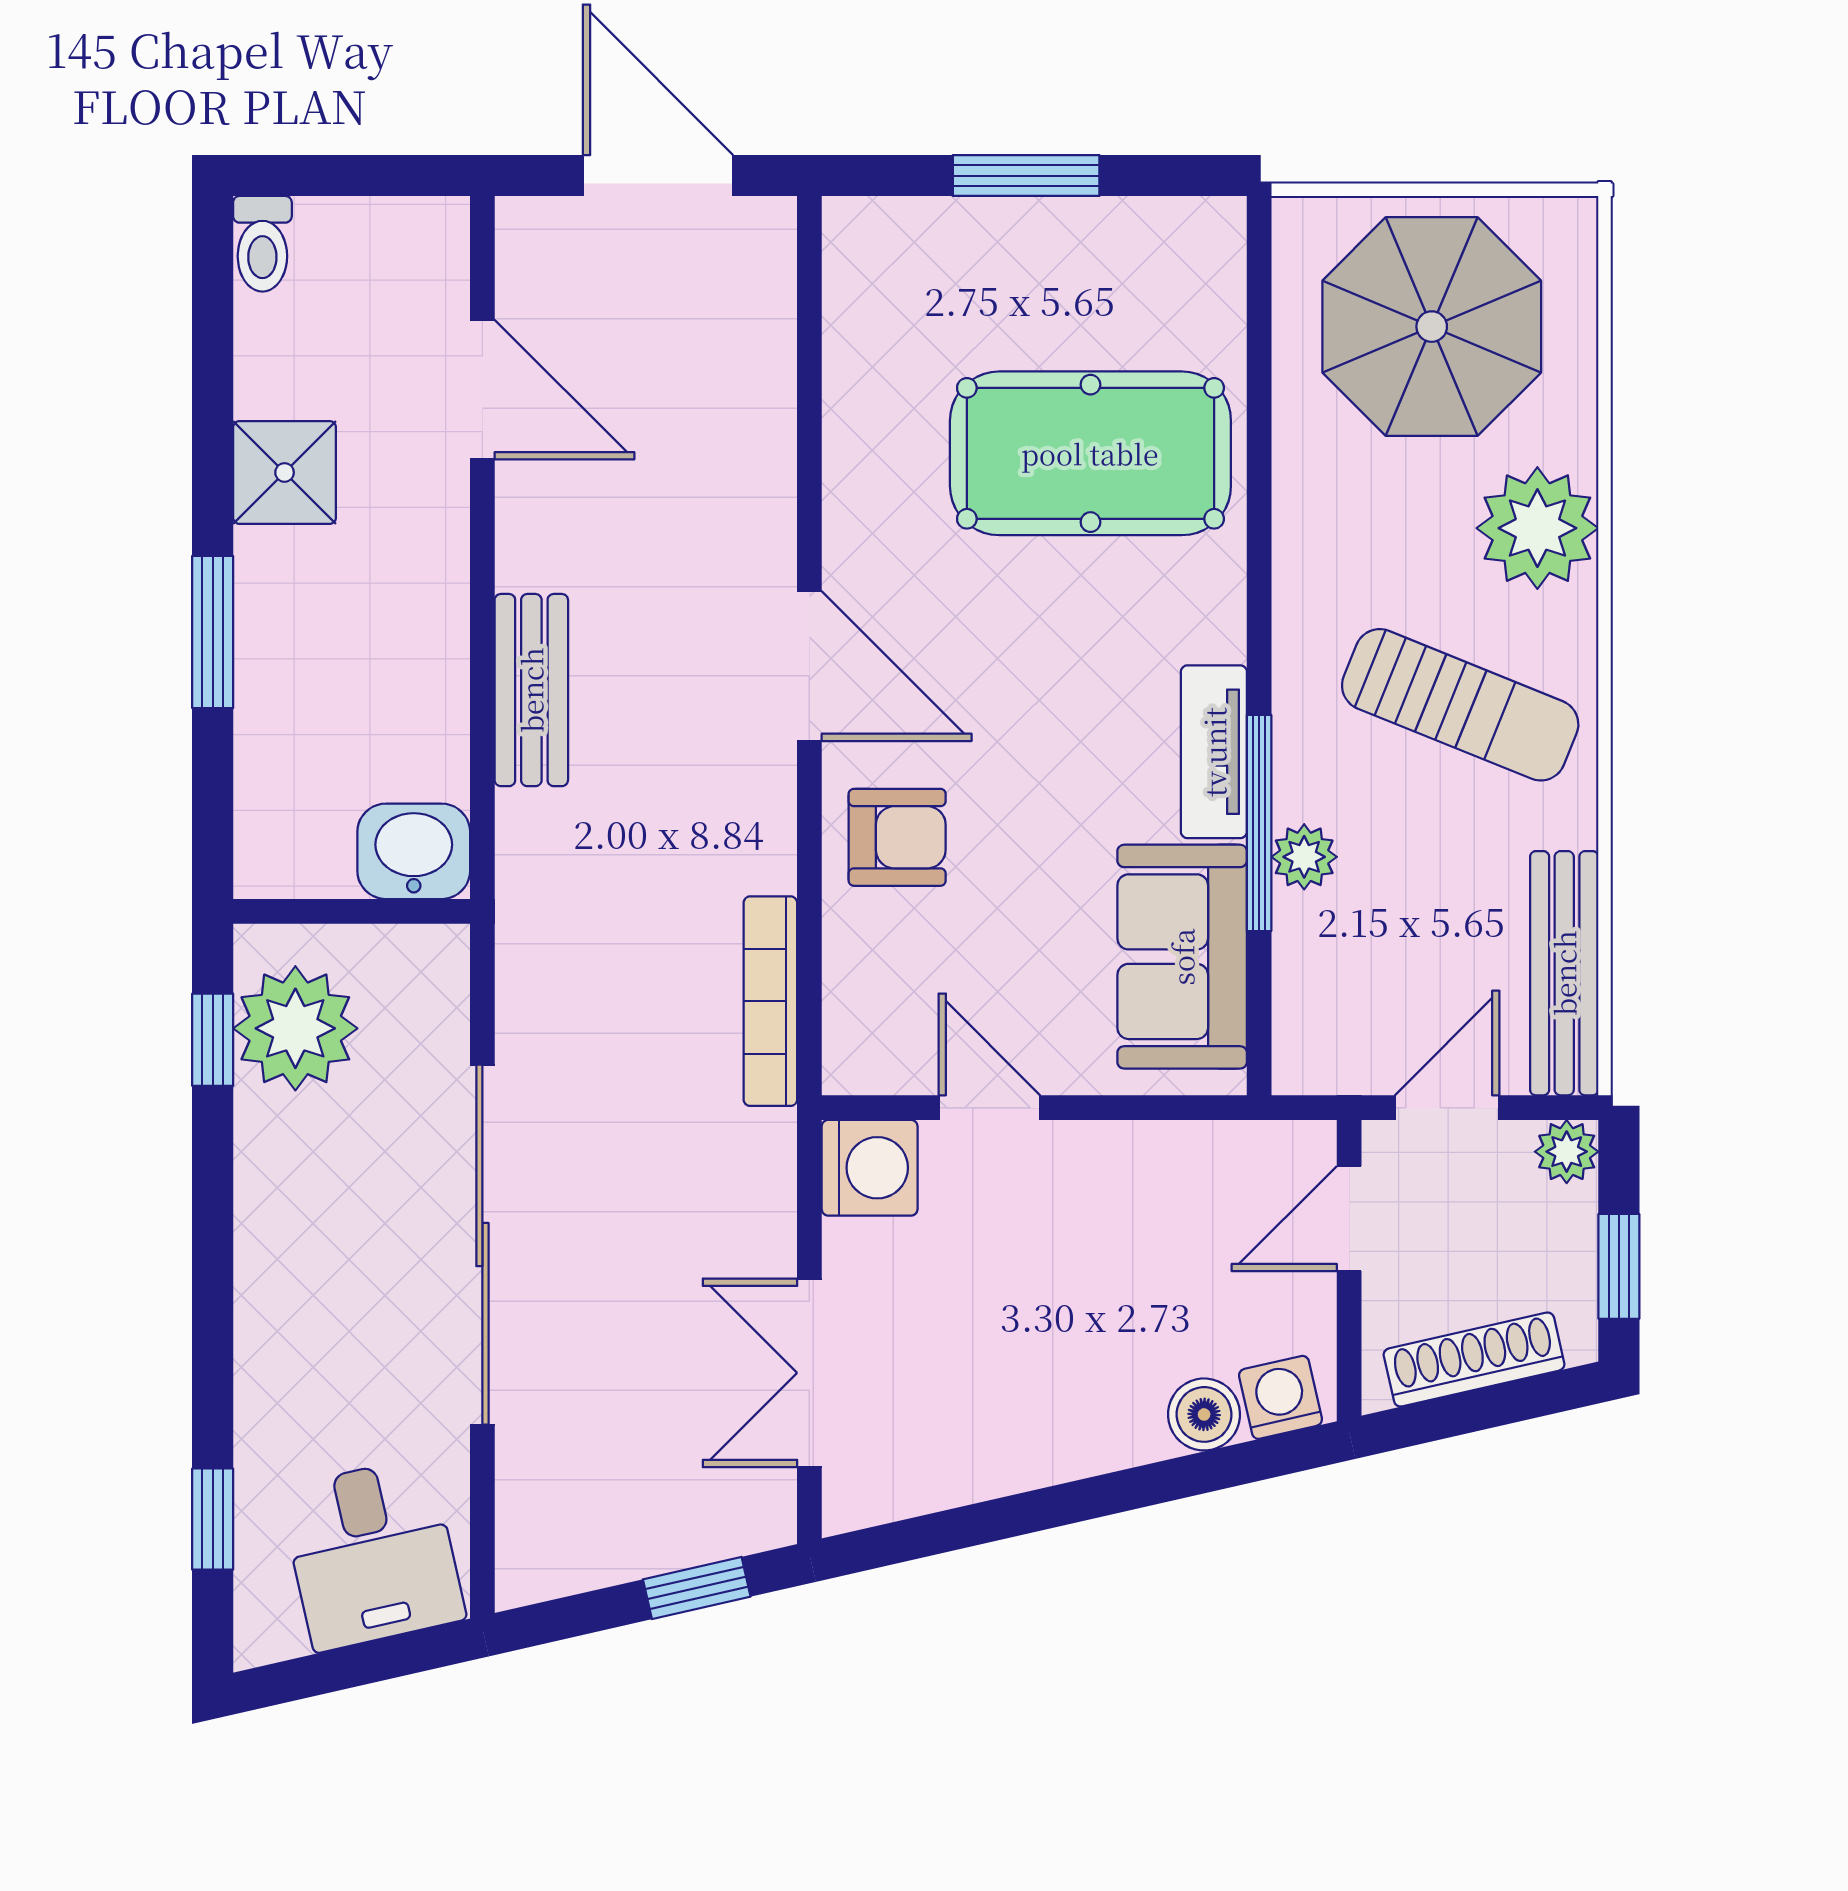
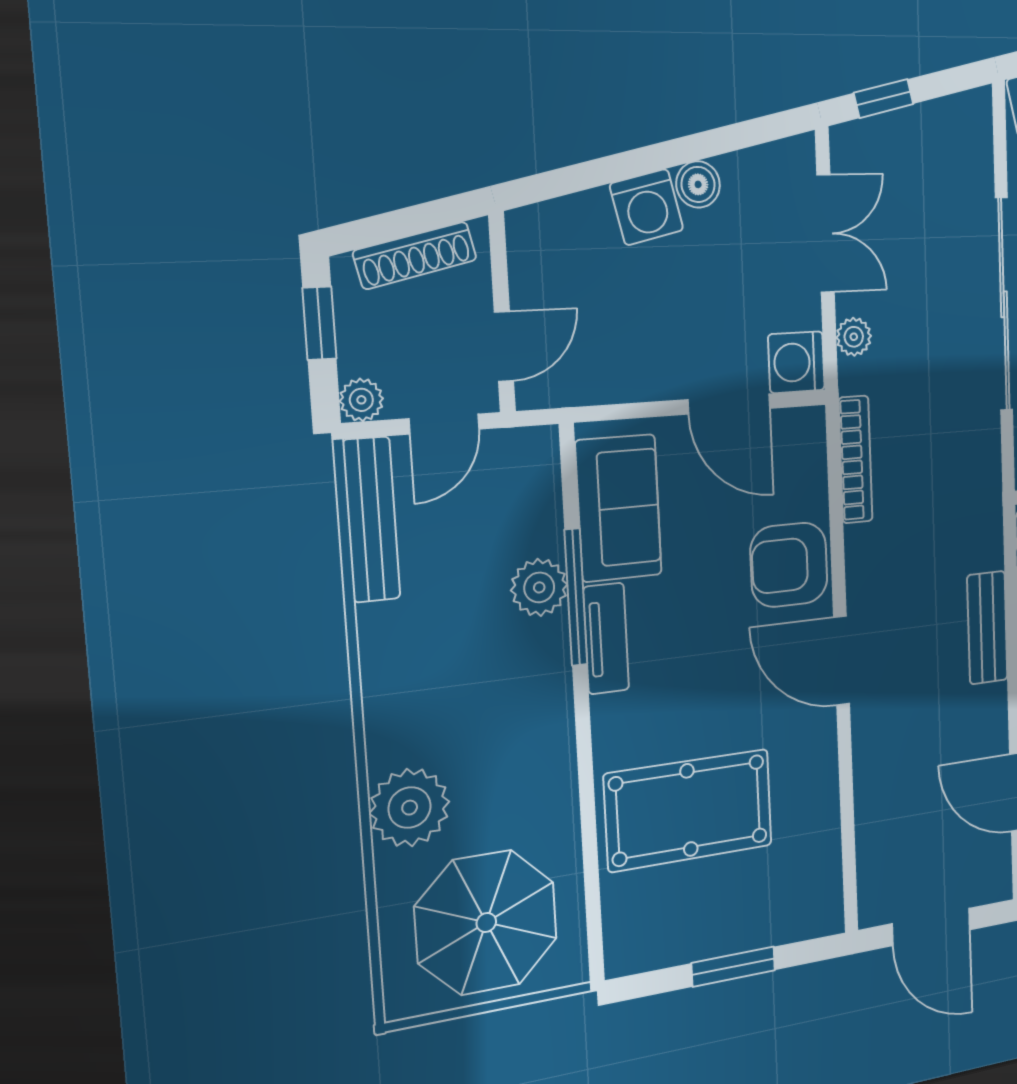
sun lounger: (1460, 705) -> (453, 688), removed
armchair: (897, 837) -> (789, 565), width x1.38, depth x1.38
plant: (1304, 857) -> (539, 587), width x1.38, depth x1.38
door: (989, 1108) -> (729, 404), width x1.38
plant: (766, 1204) -> (854, 337), added
washing machine: (1280, 1397) -> (647, 207), moved, width x1.38, depth x1.38
boiler: (1204, 1414) -> (698, 184), moved

